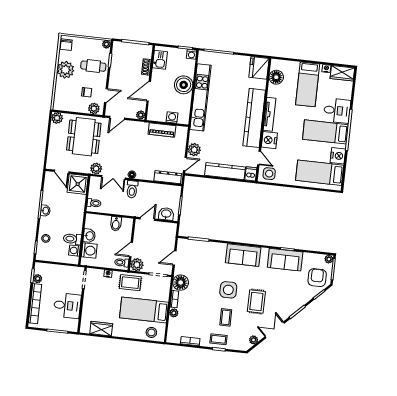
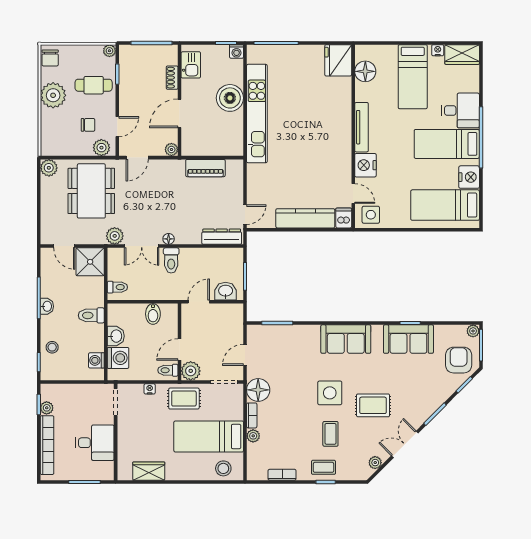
washing machine: (172, 118) -> (218, 148), removed
kitchen counter: (254, 118) -> (339, 135), removed
plant: (194, 150) -> (256, 192), removed
toilet: (72, 239) -> (91, 315), moved
rug: (256, 301) -> (373, 405), turned 90

